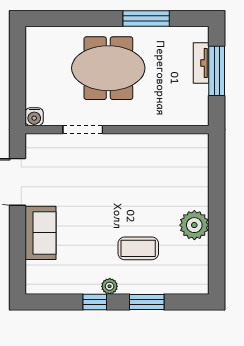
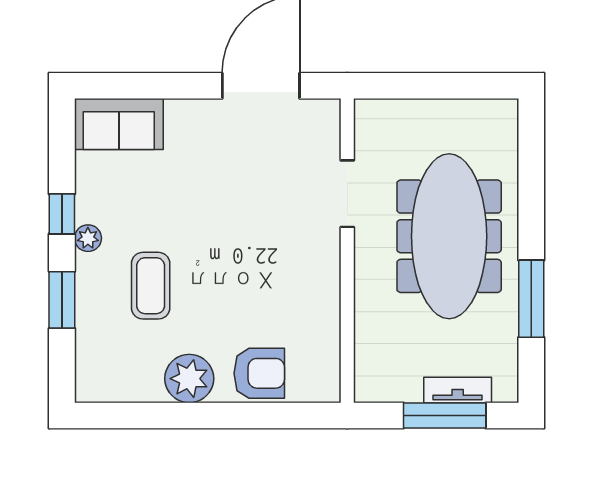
meeting table: (108, 68) -> (449, 236), width x1.36
water cooler: (34, 117) -> (369, 113), removed
armchair: (191, 183) -> (259, 373), added
sofa: (41, 233) -> (119, 124), moved

